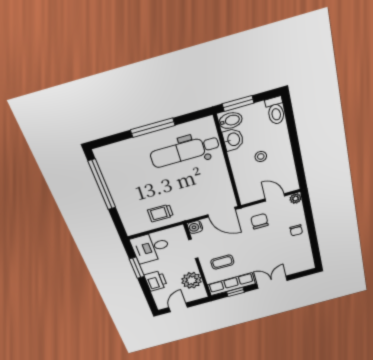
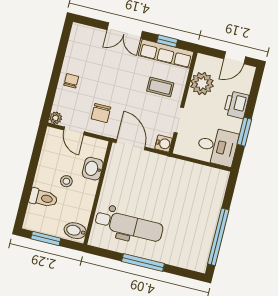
window: (238, 103) -> (46, 238), moved
toilet: (275, 111) -> (43, 198), moved, turned 90
washbasin: (233, 139) -> (93, 169), moved
trolley: (160, 213) -> (186, 178), removed

